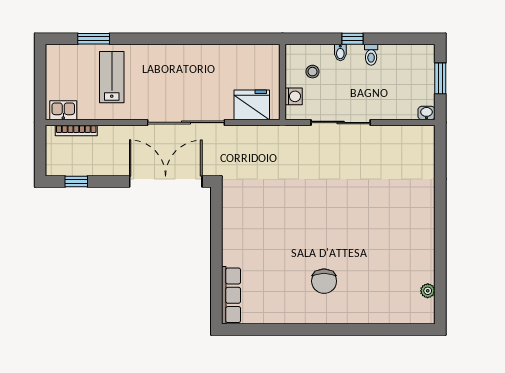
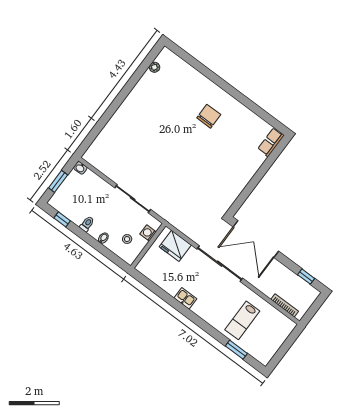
window: (352, 39) -> (62, 219), moved
kitchen sink: (63, 110) -> (185, 298), moved, turned 180
row of seats: (231, 295) -> (271, 142), width x0.68

